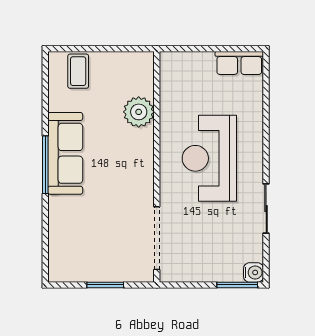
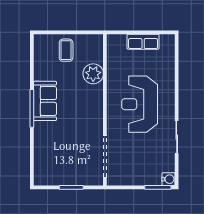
row of seats: (239, 63) -> (143, 42), moved
coffee table: (78, 71) -> (66, 50), moved
sofa: (65, 153) -> (45, 101), width x0.73

